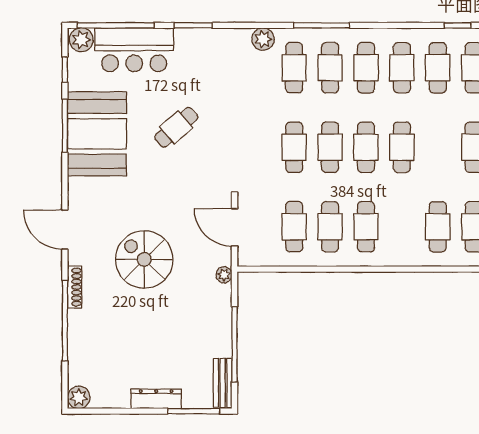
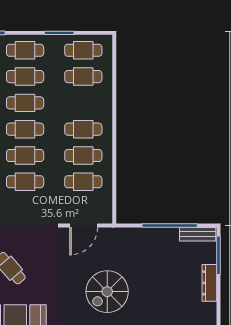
cafe table: (438, 147) -> (25, 77), added
plant: (224, 275) -> (119, 233), removed

